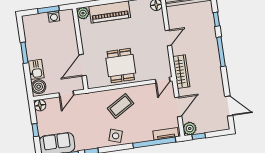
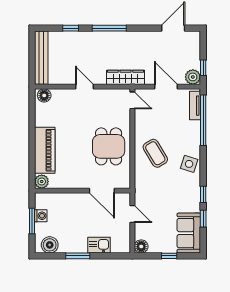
dining table: (121, 66) -> (109, 146), turned 90
boiler: (39, 87) -> (50, 245), moved

